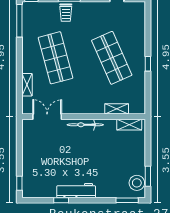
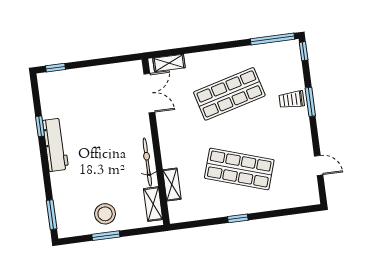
shop shelf: (112, 58) -> (239, 169), turned 42
shelving: (27, 85) -> (169, 63), moved
bicycle: (85, 125) -> (147, 162), moved
window: (148, 176) -> (106, 236), moved
stool: (137, 183) -> (105, 214), moved

